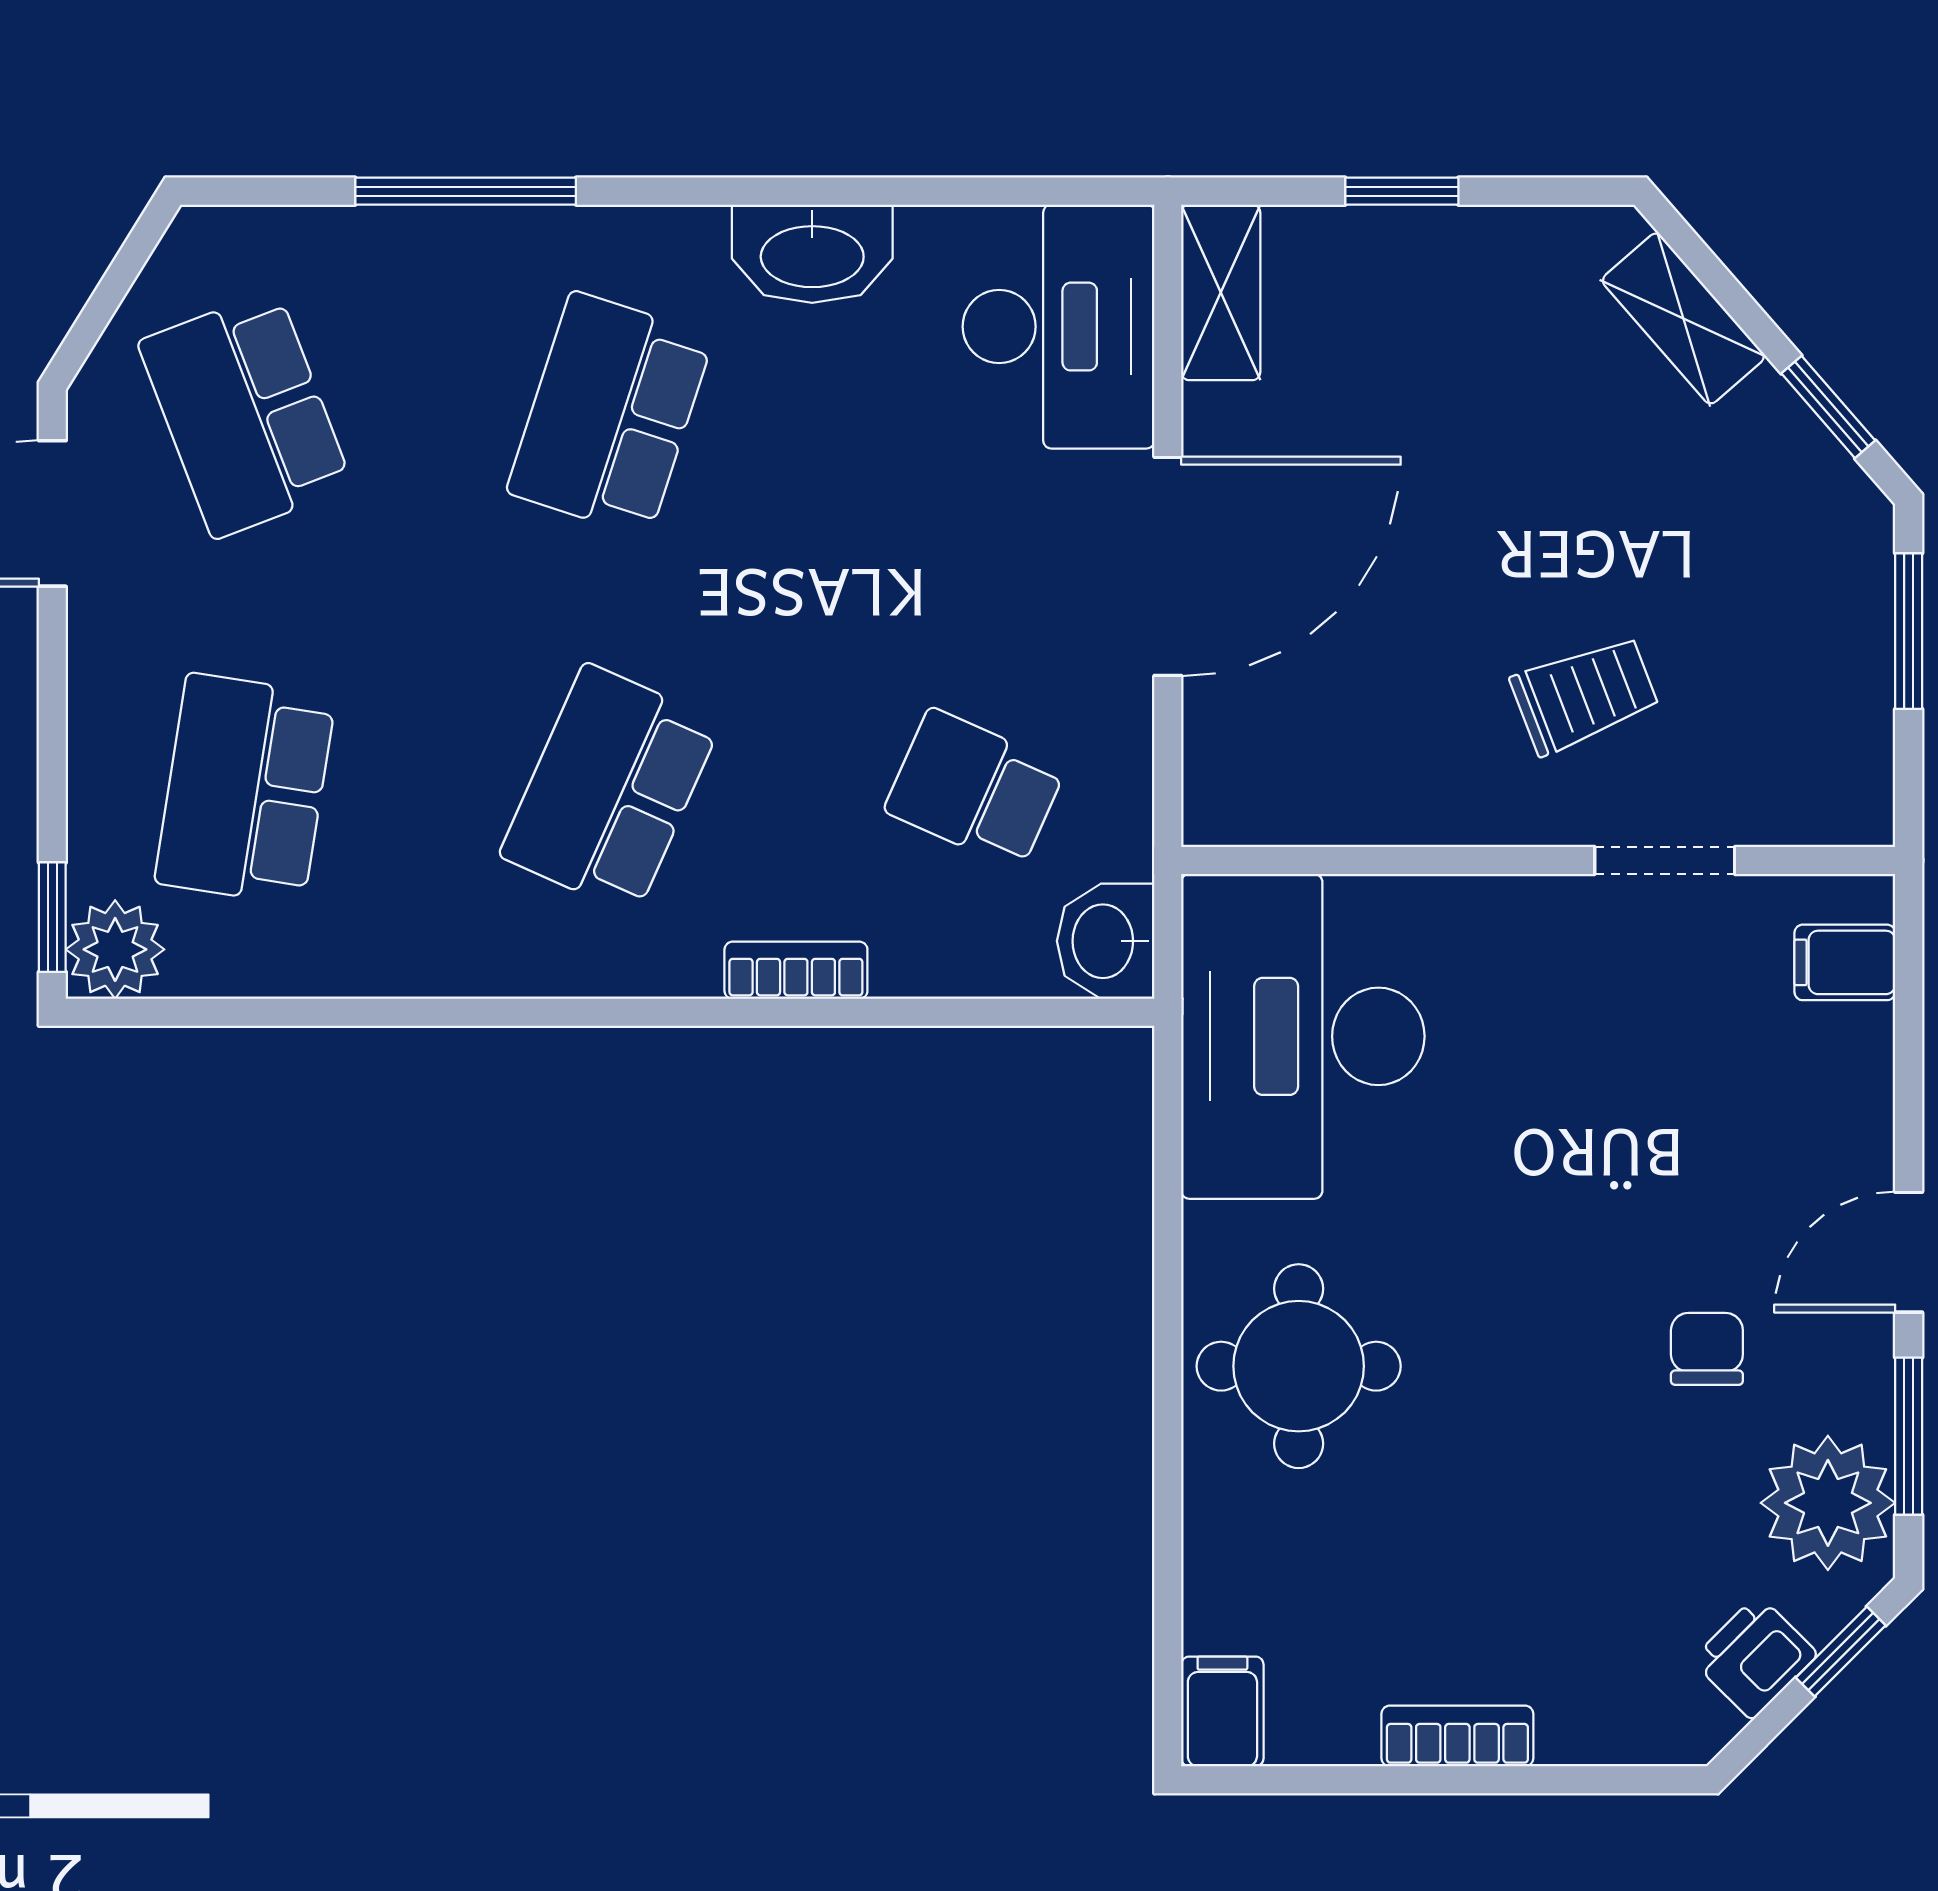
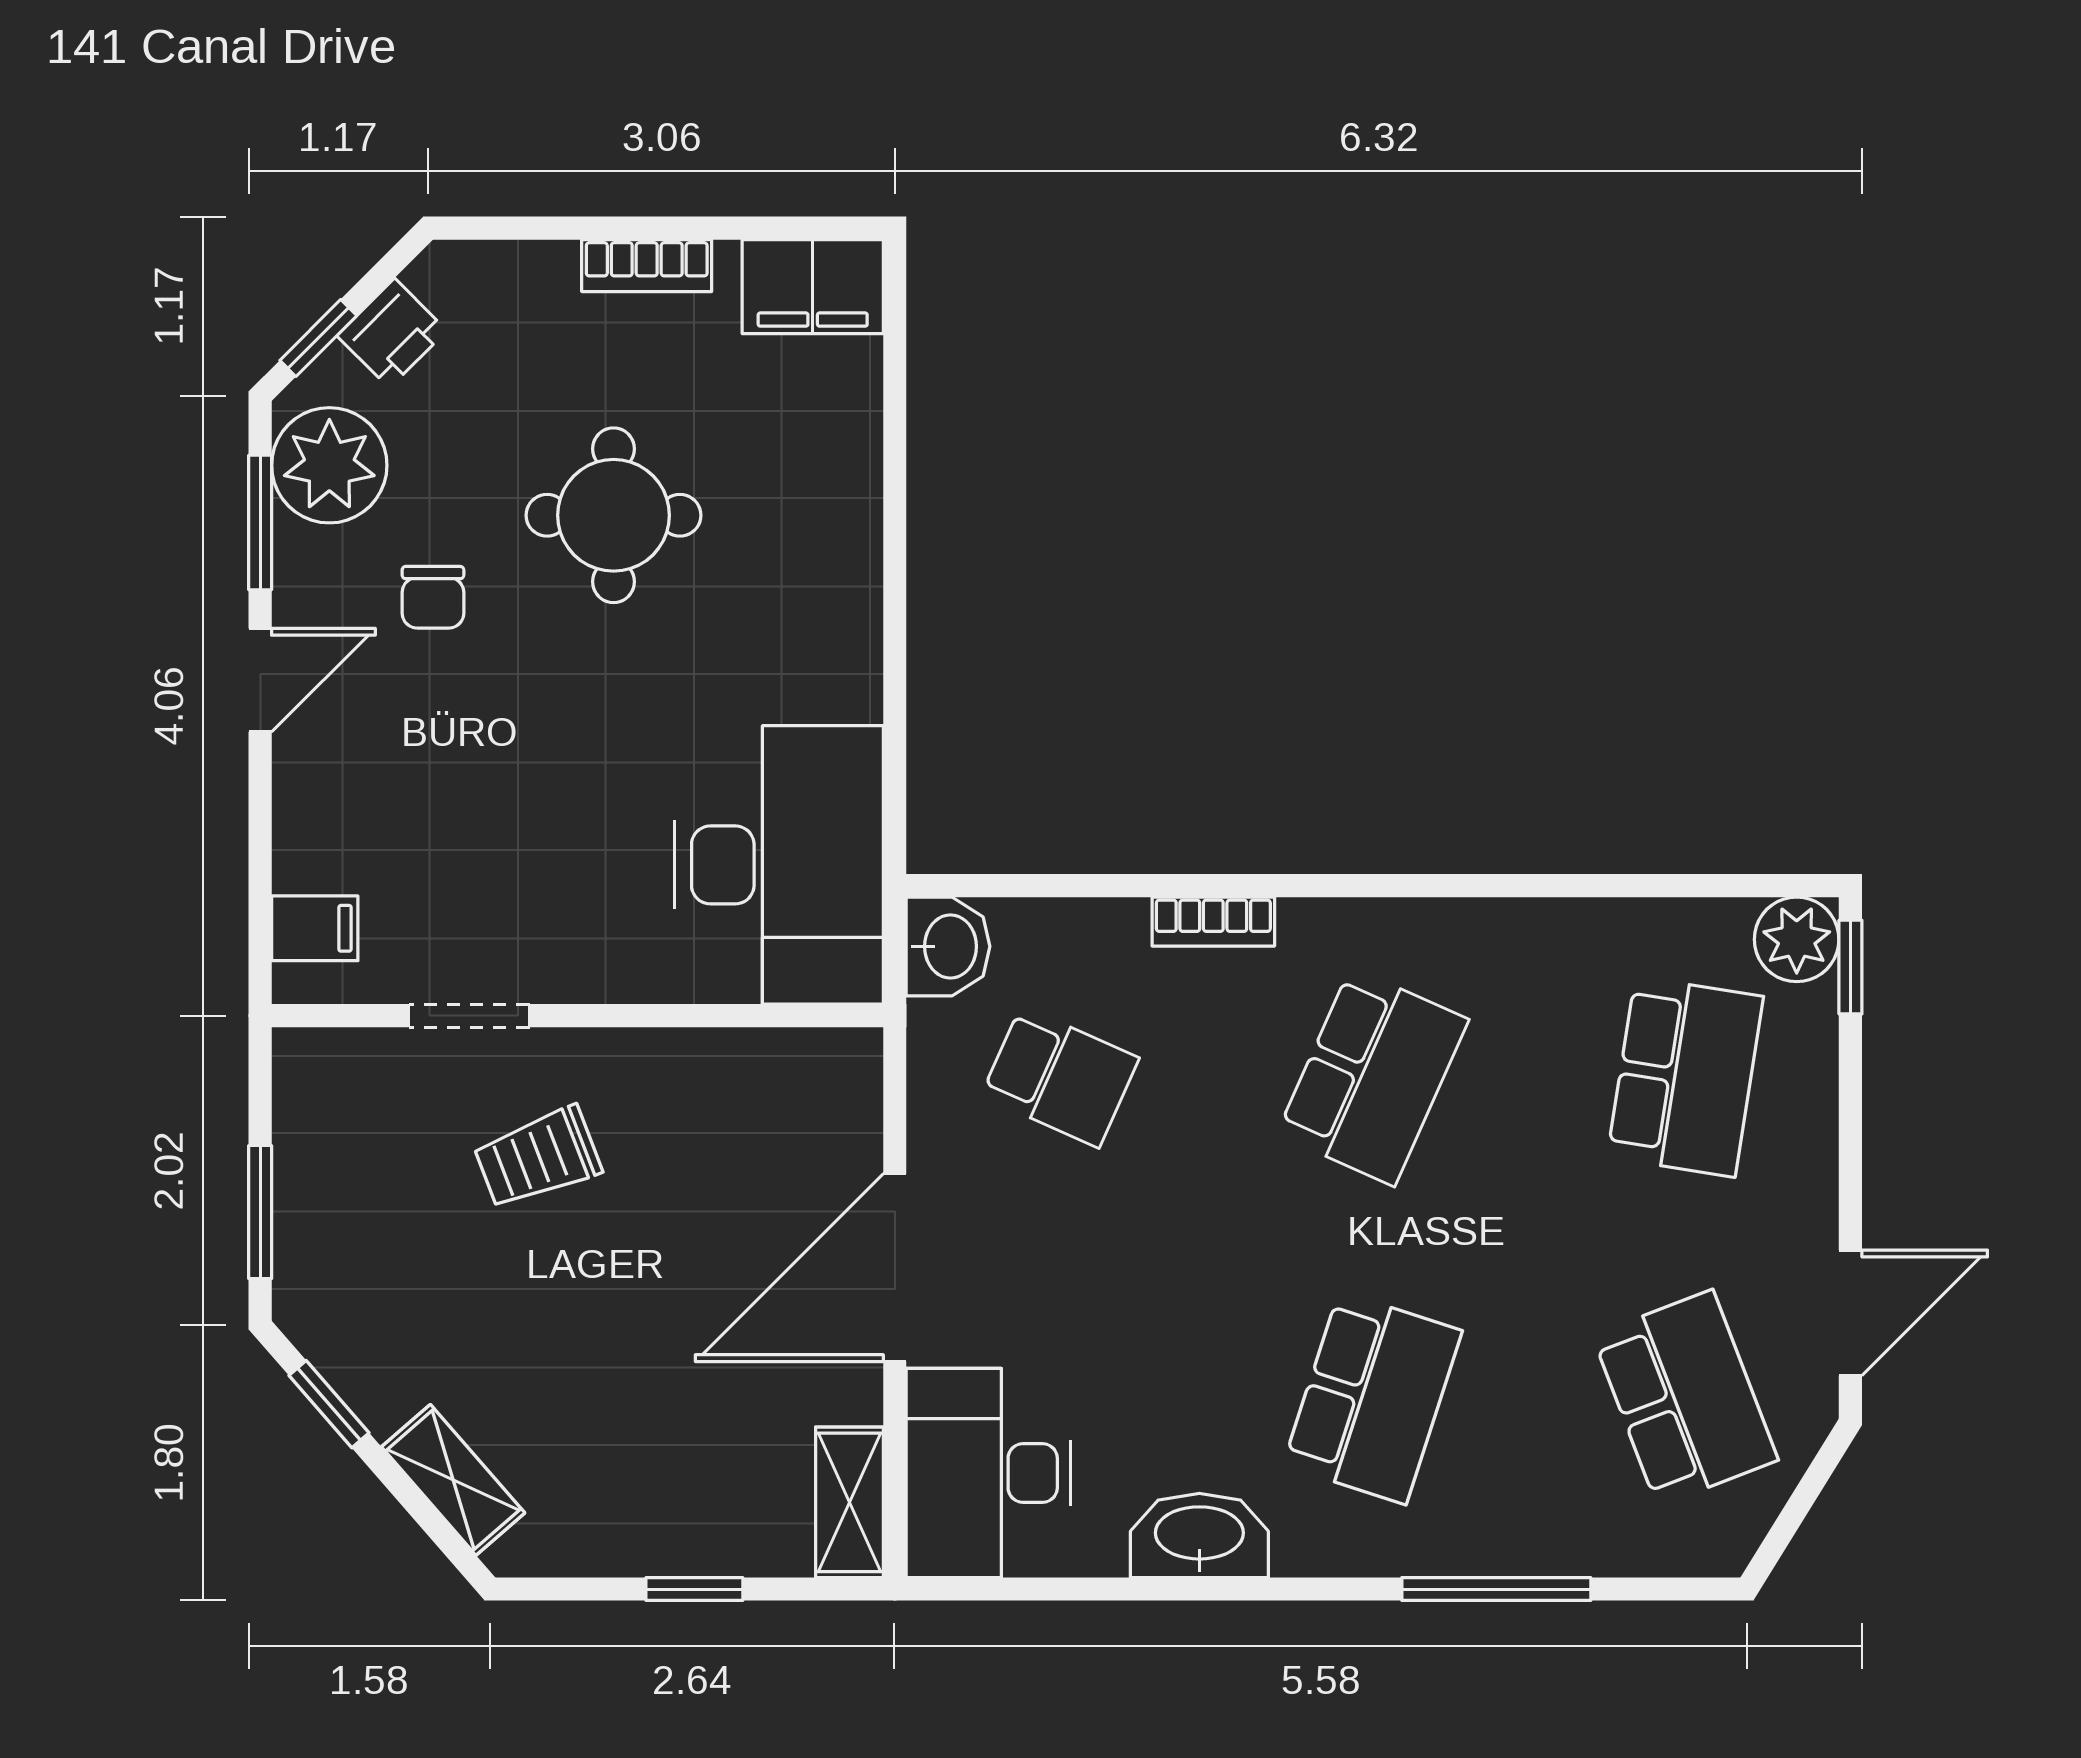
round table: (1299, 1366) -> (614, 515), moved
filing cabinet: (1222, 1711) -> (813, 287), width x2.00

